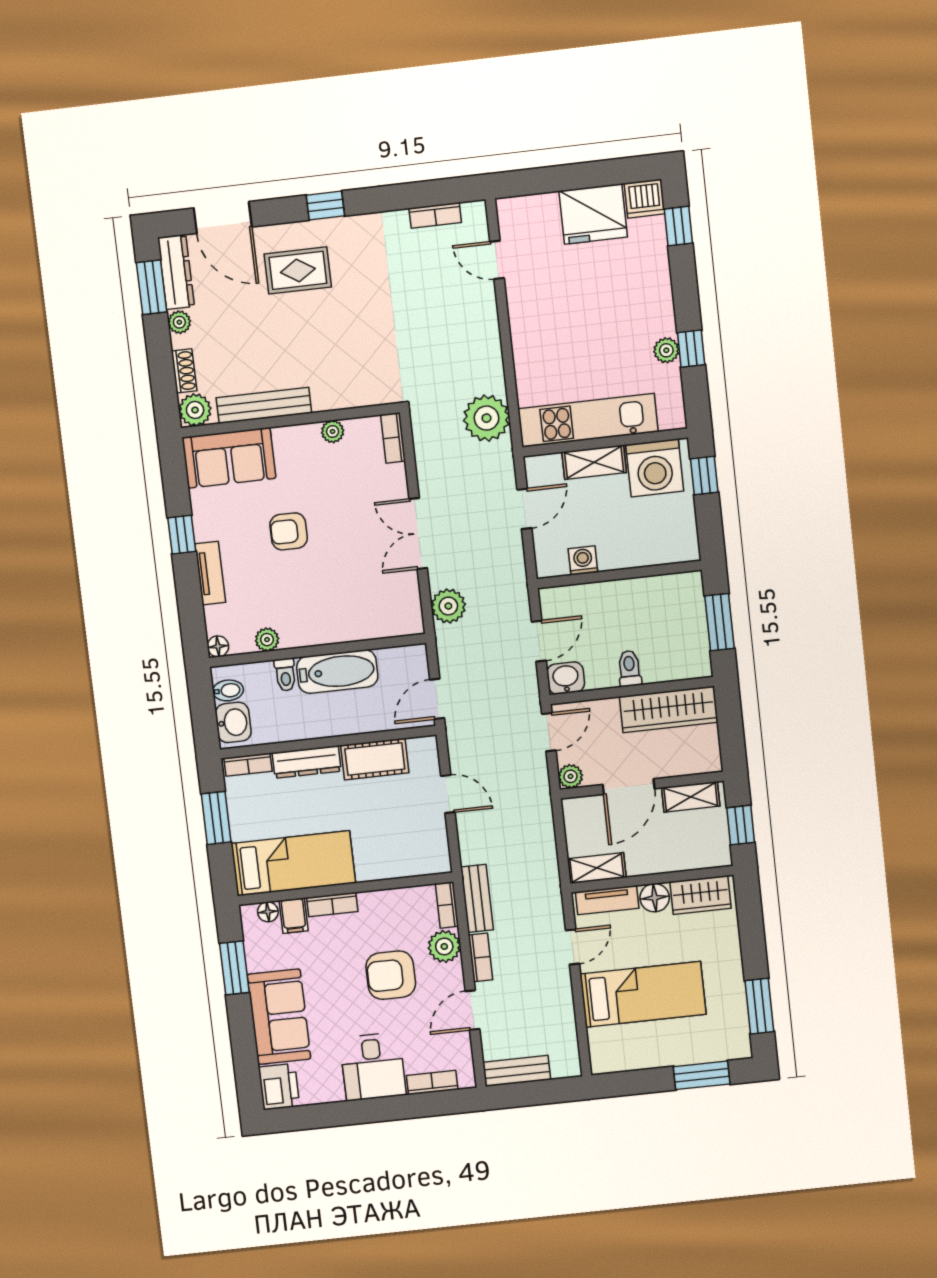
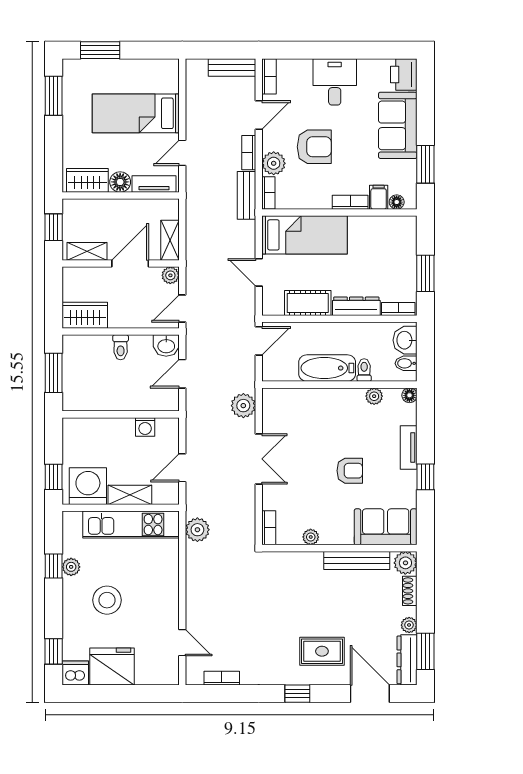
stool: (610, 309) -> (107, 600), added
plant: (486, 418) -> (197, 530), width x0.73, depth x0.73
wardrobe: (669, 709) -> (85, 315), width x0.67
bed: (293, 863) -> (305, 235), moved, turned 180
shelving: (597, 868) -> (170, 240), moved, turned 90
bookcase: (432, 1083) -> (269, 76), moved, turned -90

